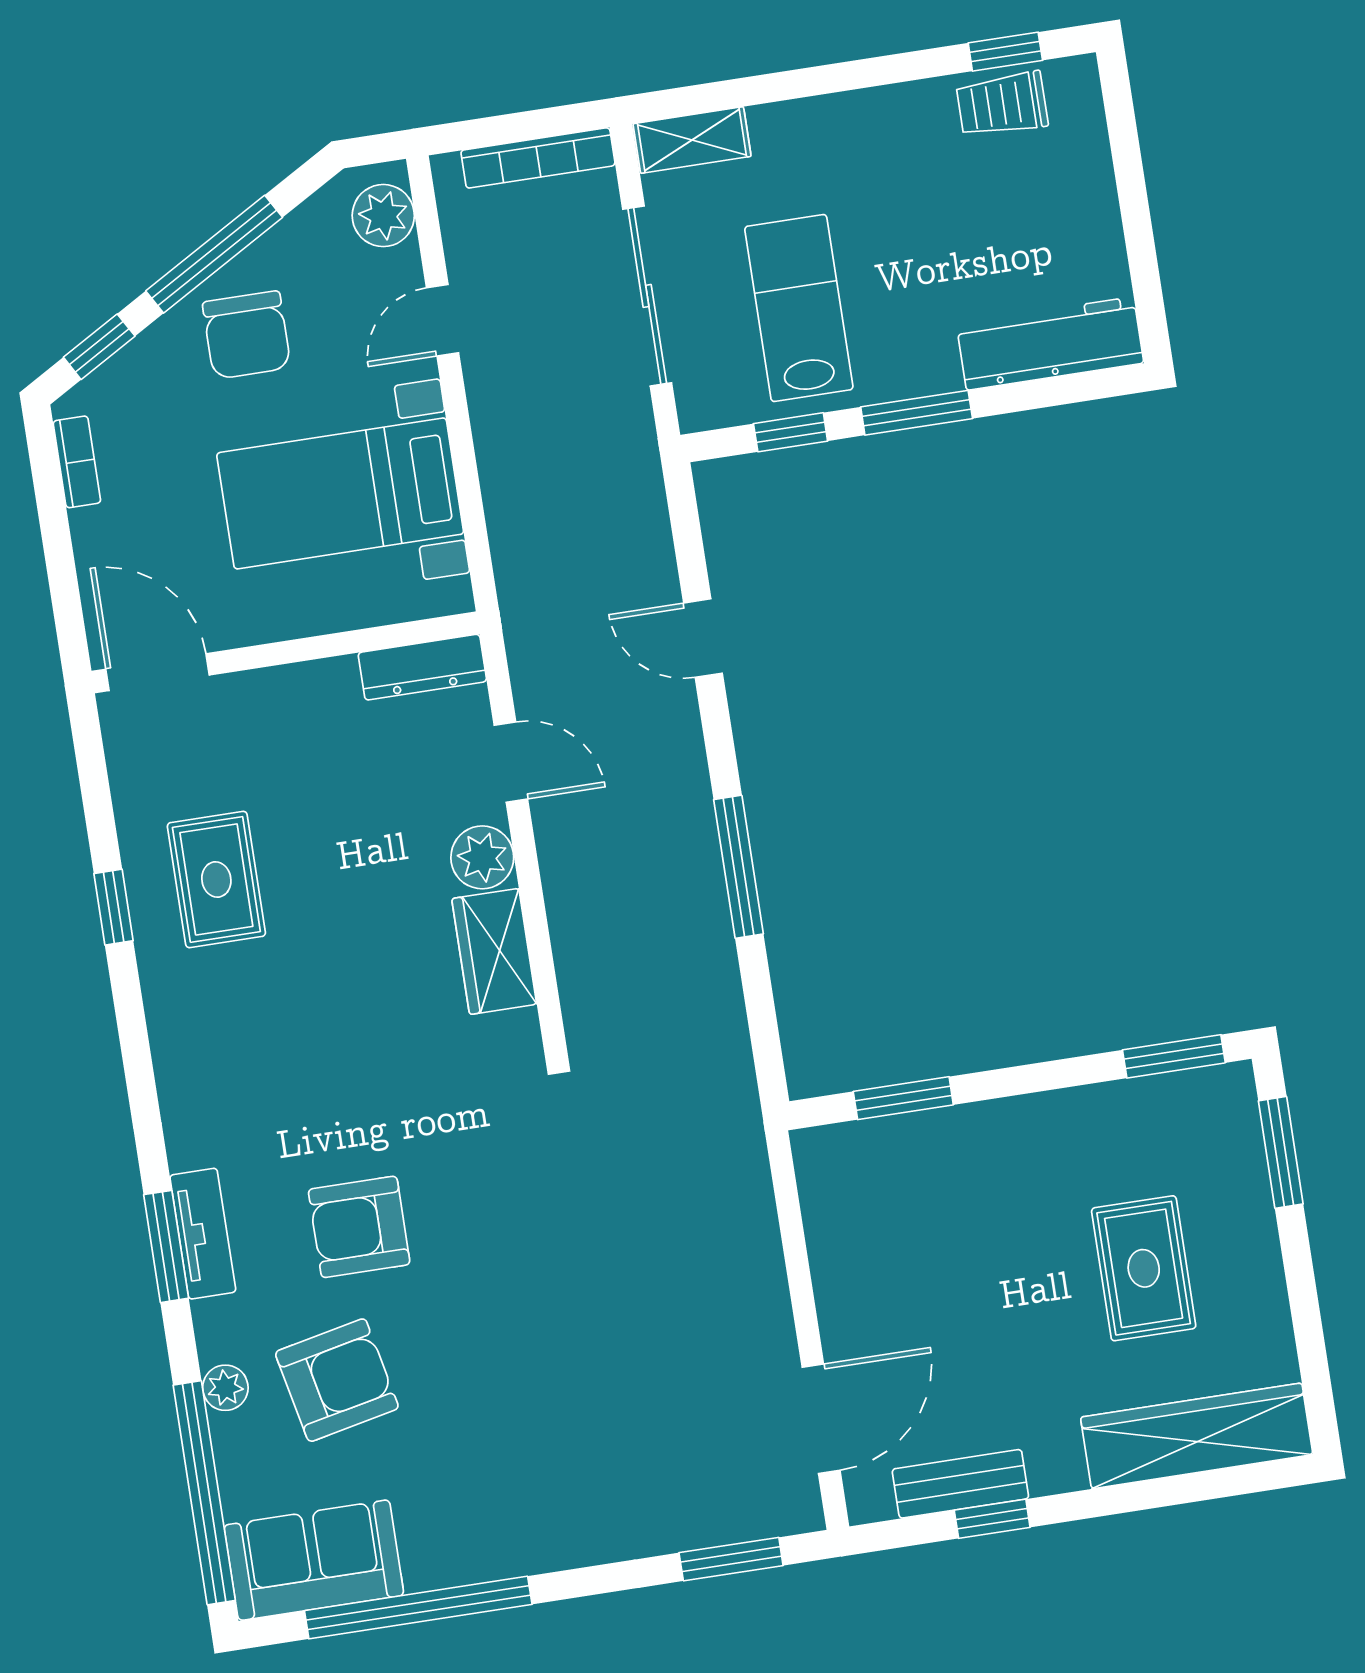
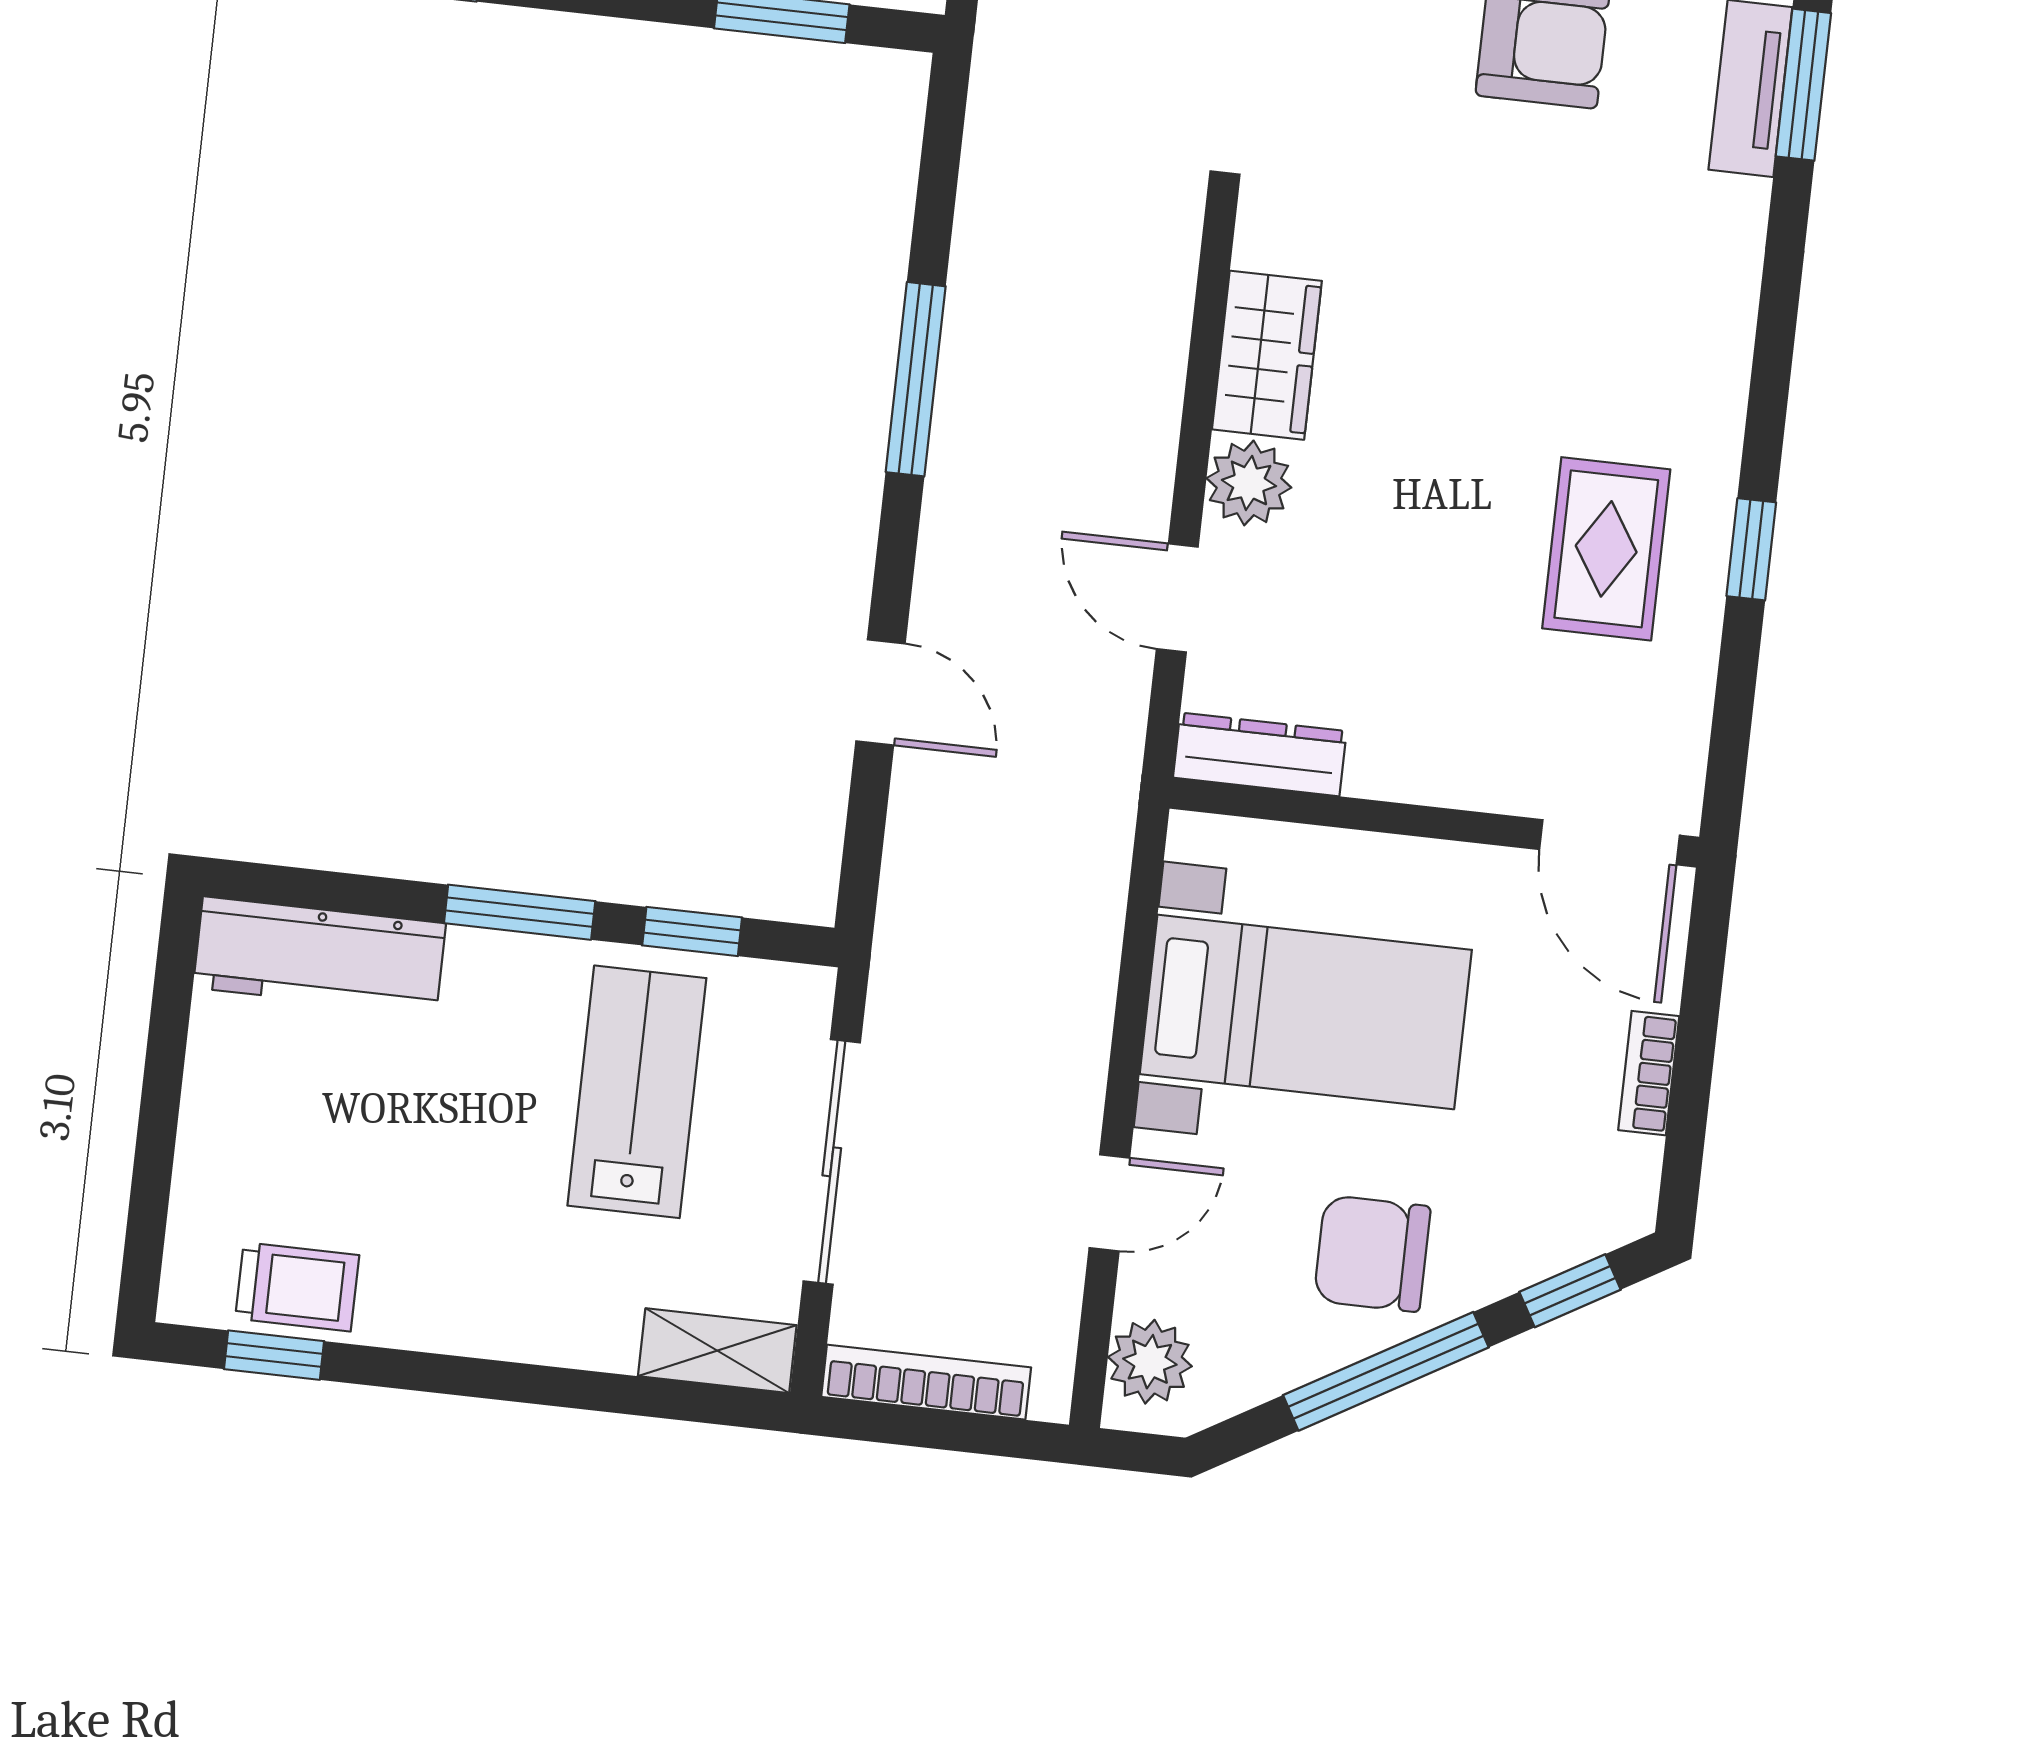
lab bench: (799, 308) -> (637, 1092), turned 180
chair: (247, 335) -> (1372, 1254), turned -90
bookcase: (77, 462) -> (1649, 1073), moved

